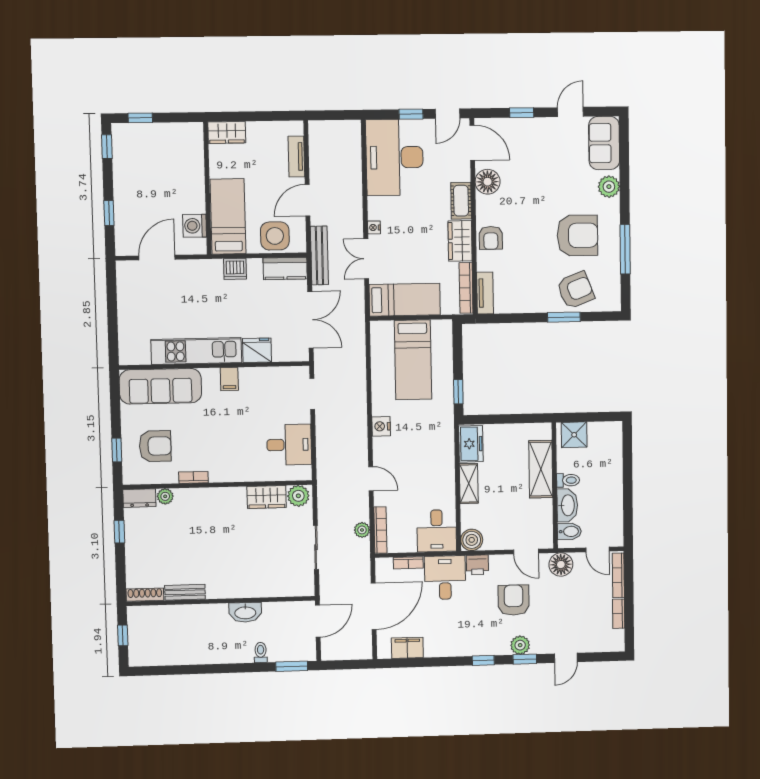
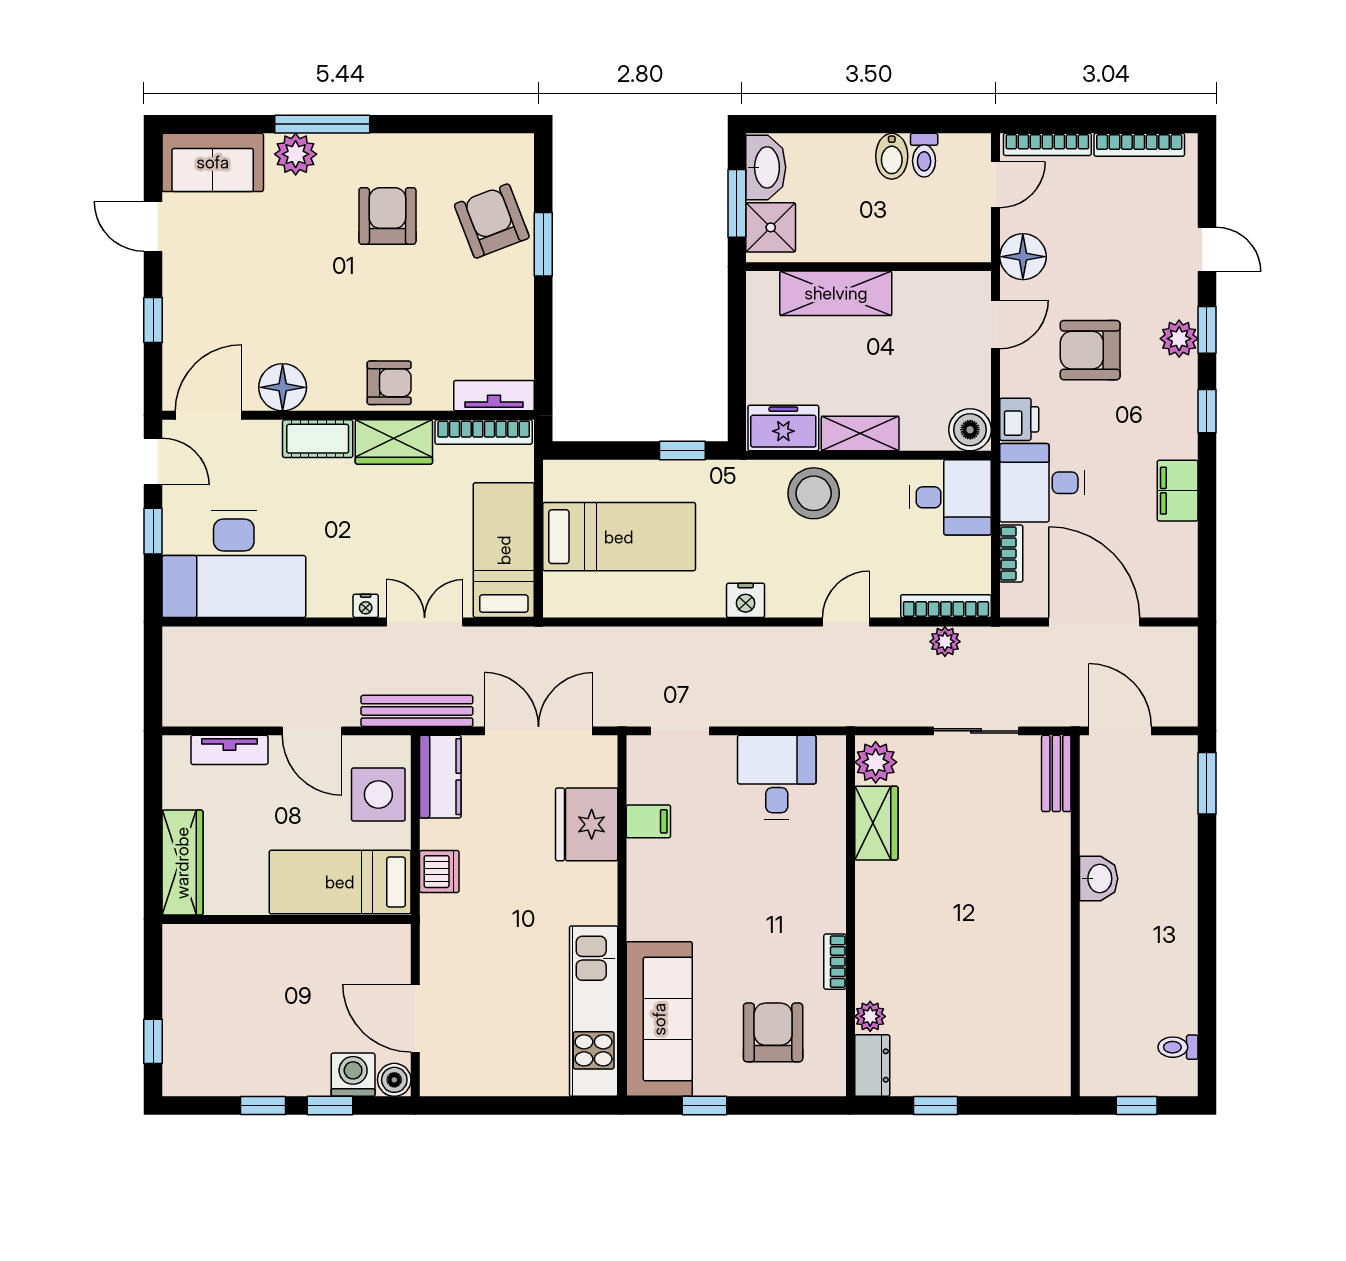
wardrobe: (227, 132) -> (182, 863), width x1.50
window: (107, 147) -> (263, 1106), moved
washing machine: (195, 226) -> (353, 1075), moved, turned 180
armchair: (577, 235) -> (387, 216), width x0.73, depth x0.73
boiler: (124, 247) -> (394, 1080), added
window: (625, 249) -> (322, 124), moved
double door: (366, 259) -> (425, 622), swing flipped
fridge: (257, 350) -> (587, 824), width x1.36, depth x1.34
kitchen unit: (196, 351) -> (594, 1011), moved
filing cabinet: (229, 379) -> (648, 821), moved
window: (586, 417) -> (737, 203), added
window: (117, 450) -> (705, 1106), moved
stool: (437, 460) -> (814, 493), added
toilet: (568, 480) -> (924, 155), moved, turned 180
washbasin: (567, 505) -> (766, 167), moved, turned 90
bidet: (569, 531) -> (892, 156), moved, turned 180
bench: (185, 592) -> (1056, 773), moved
shoe rack: (145, 595) -> (1059, 1061), removed
washbasin: (245, 612) -> (1099, 879), width x0.72
bookcase: (619, 614) -> (1139, 145), width x1.56
filing cabinet: (407, 648) -> (1178, 491), moved
toilet: (261, 652) -> (1178, 1047), moved

